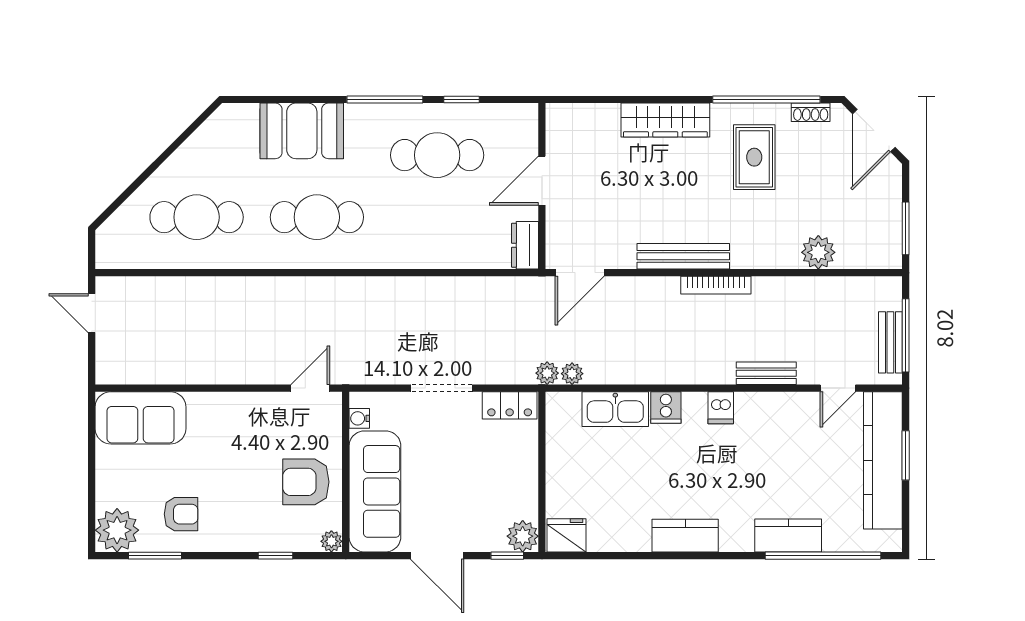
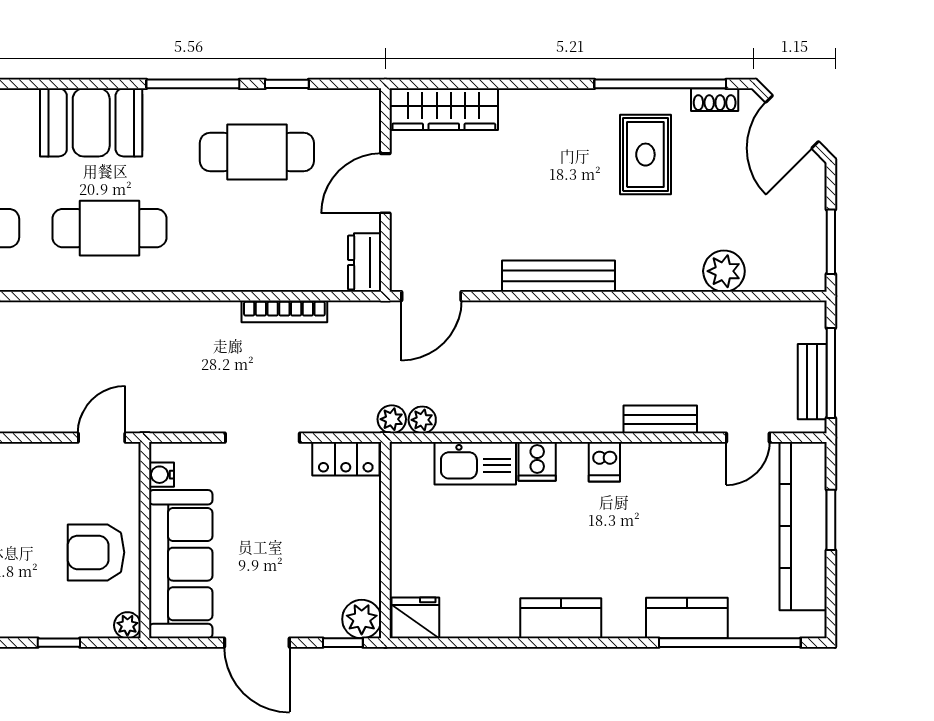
wardrobe: (665, 120) -> (444, 109), moved
bookcase: (716, 285) -> (284, 311), moved

